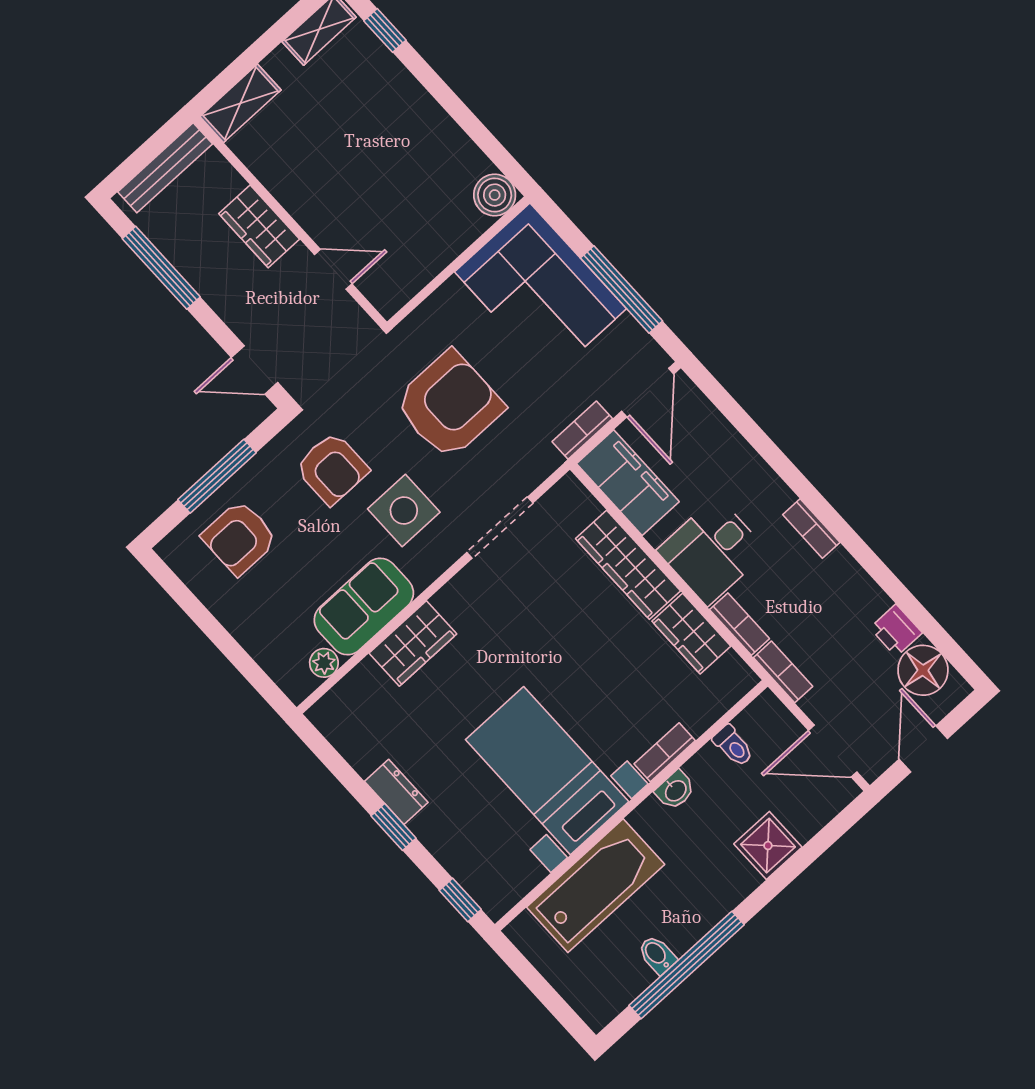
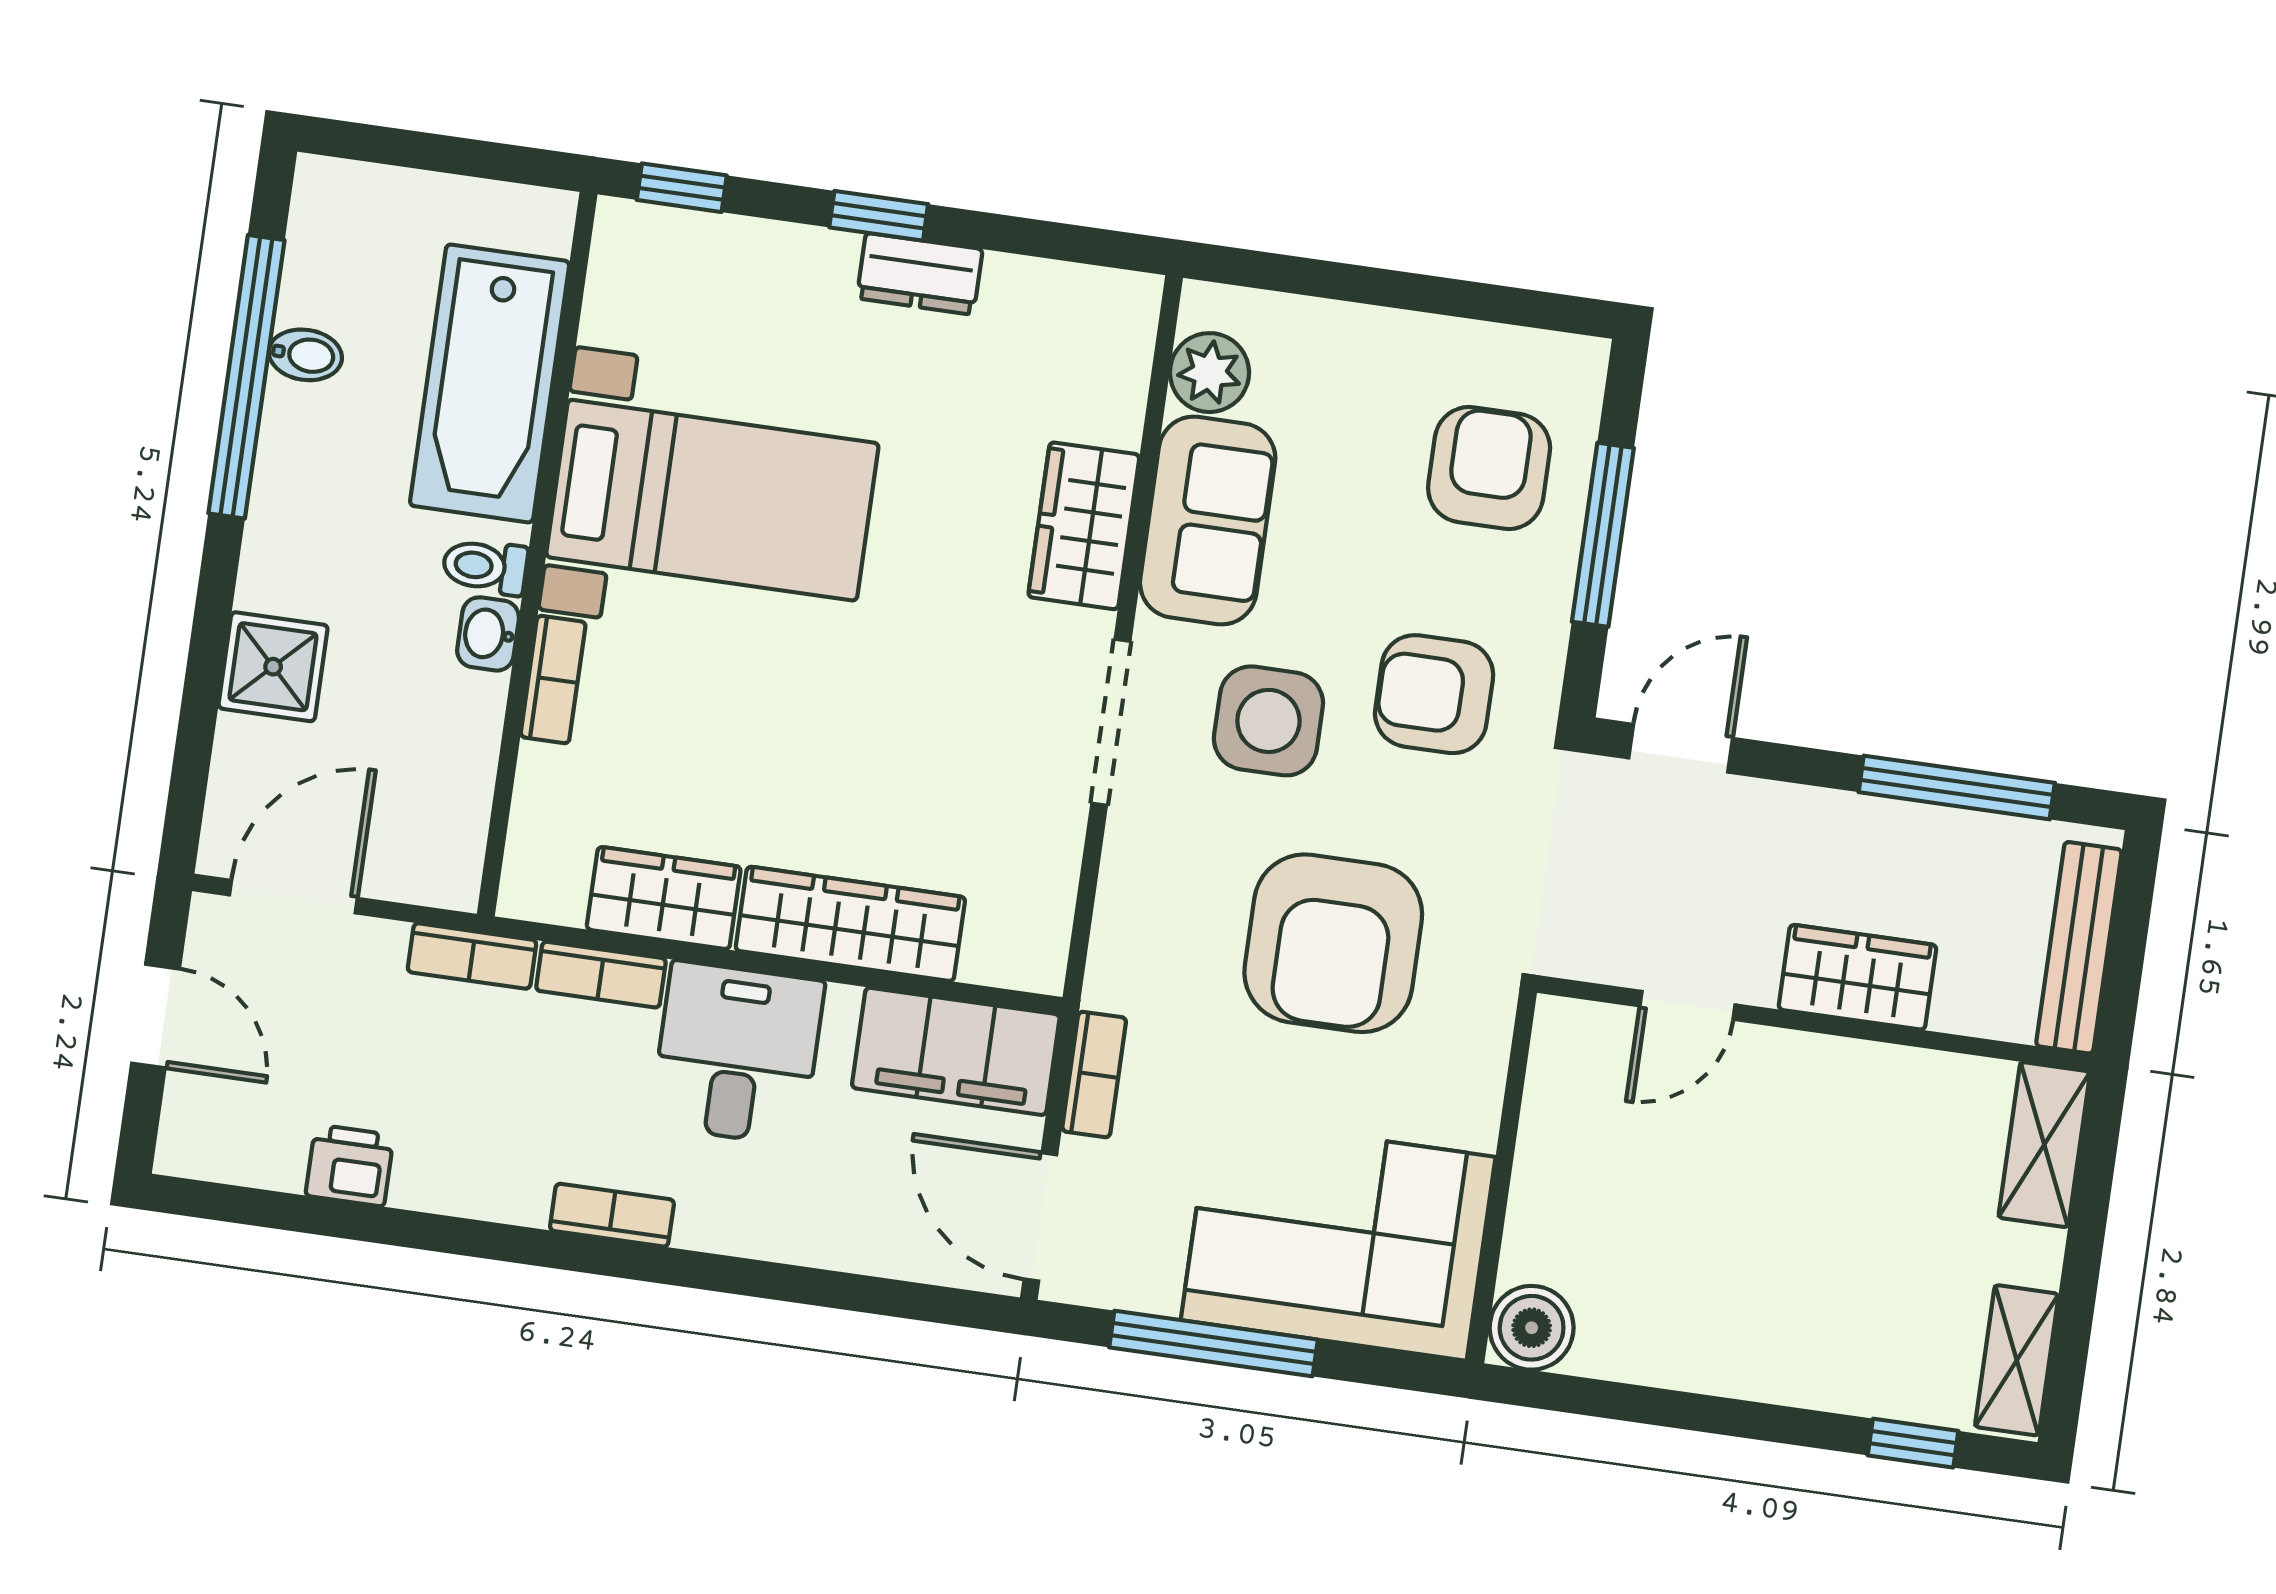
doorway: (500, 528) -> (1111, 722), moved
plant: (324, 663) -> (1209, 373), width x1.38, depth x1.38
floor lamp: (923, 670) -> (257, 1138), removed
toilet: (733, 746) -> (485, 566), moved

